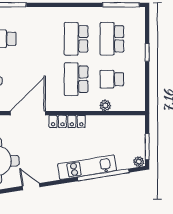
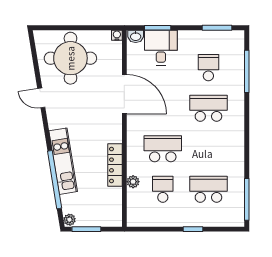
school desk: (76, 39) -> (208, 108), moved
locker: (67, 121) -> (115, 165), moved
door: (31, 187) -> (41, 98), swing flipped

